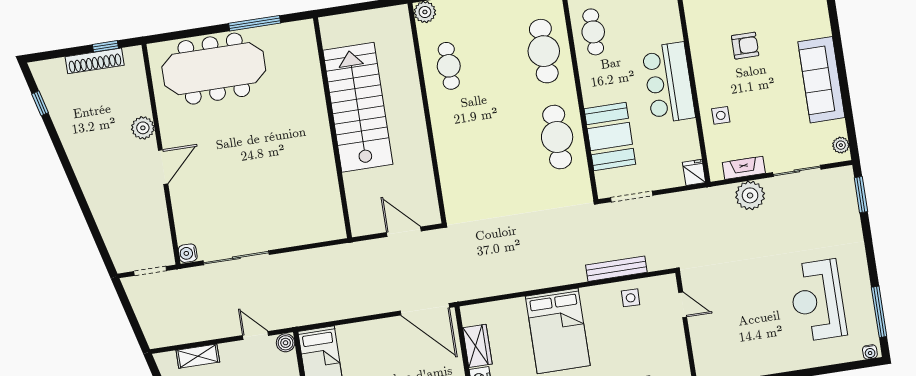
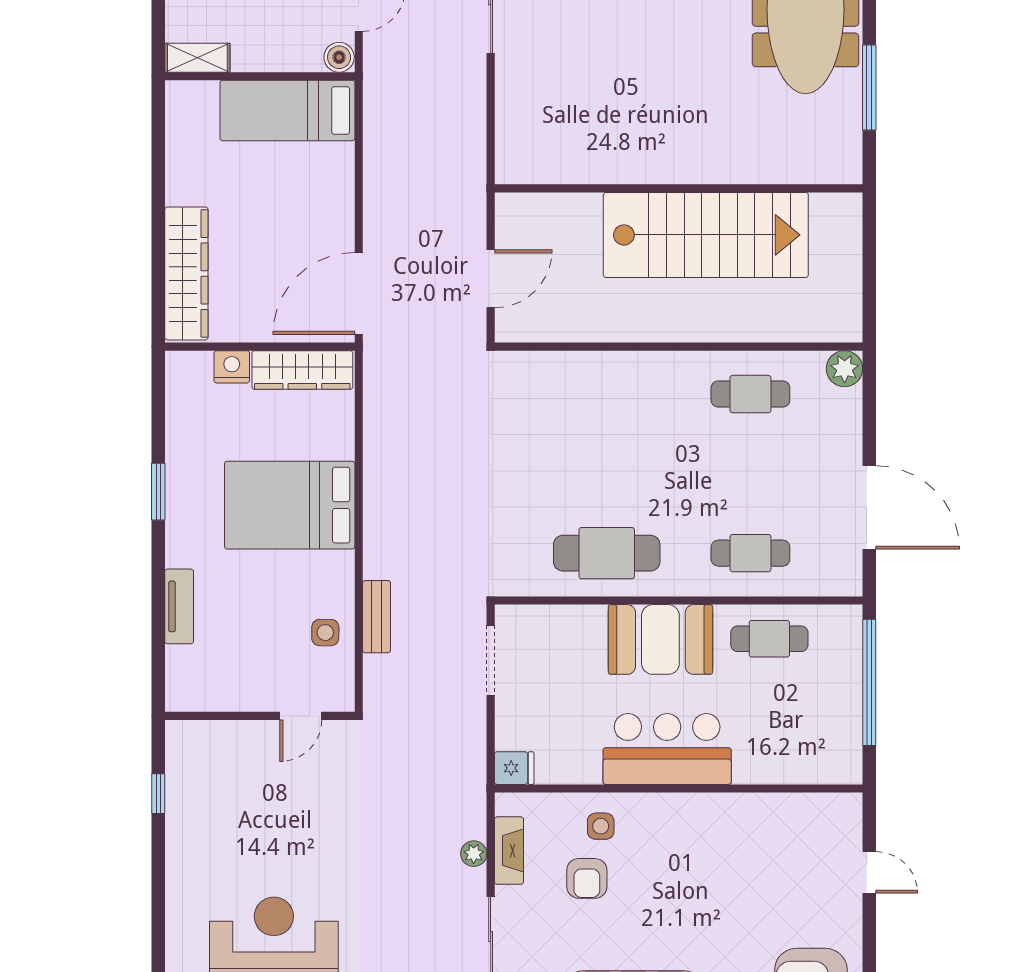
armchair: (745, 46) -> (587, 878), moved
cafe table: (544, 51) -> (750, 553), width x0.73, depth x0.74
booth: (610, 137) -> (660, 639), moved
plant: (750, 195) -> (474, 854), width x0.53, depth x0.53
bench: (616, 269) -> (377, 617), width x0.73
wardrobe: (477, 346) -> (302, 370), width x1.50

